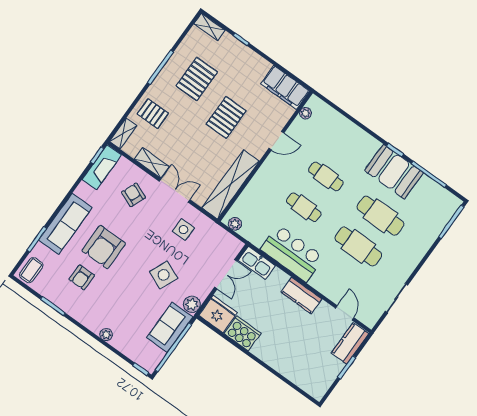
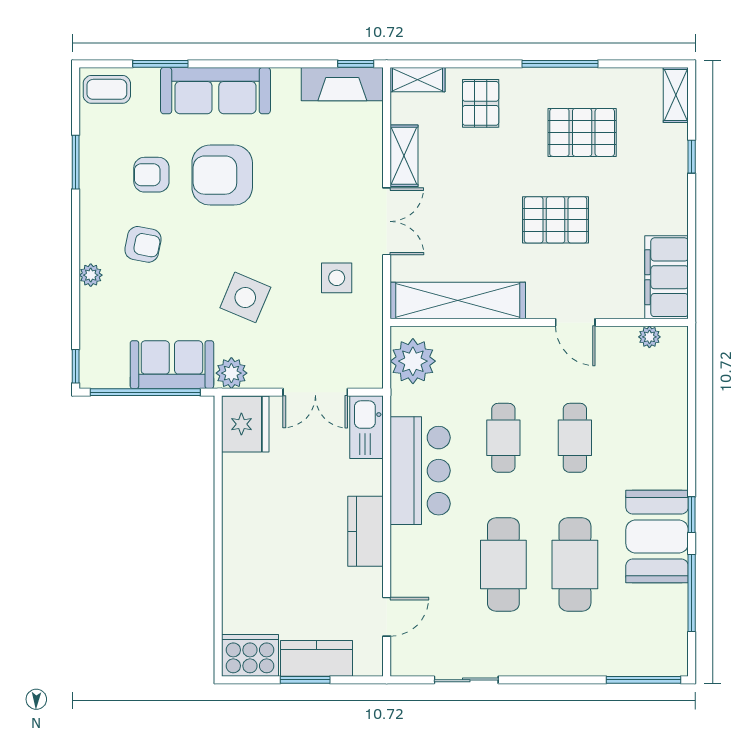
armchair: (134, 195) -> (143, 244), moved, turned 79
plant: (235, 224) -> (413, 361), width x1.88, depth x1.88
cooker: (242, 333) -> (250, 655), moved, turned -90
kitchen counter: (350, 343) -> (317, 658), moved

